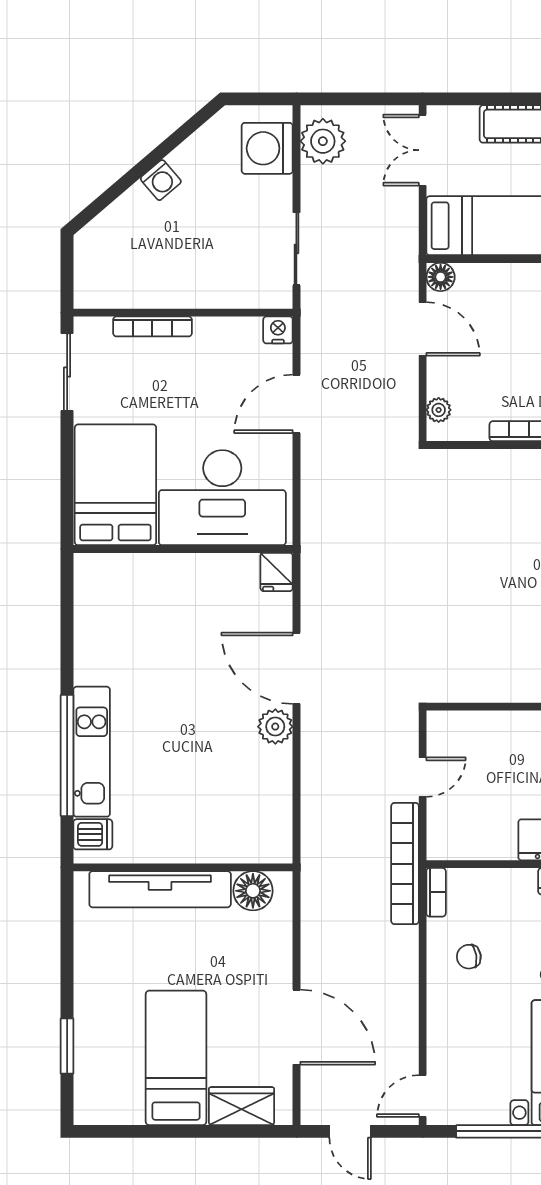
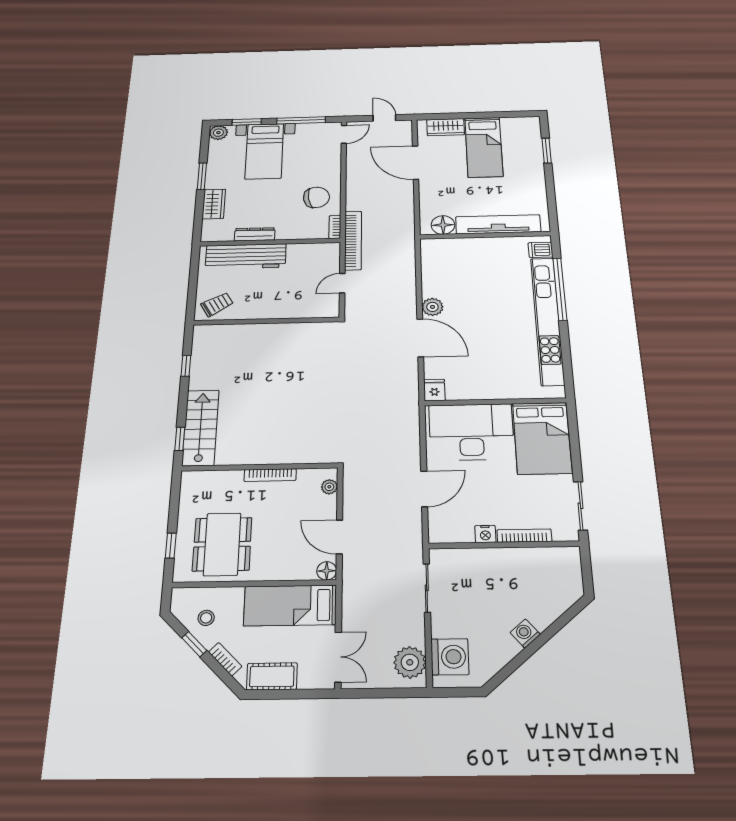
nightstand: (278, 330) -> (485, 534), moved
kitchen unit: (92, 752) -> (547, 320), width x1.86
chair: (469, 957) -> (316, 197), width x1.87, depth x1.87

